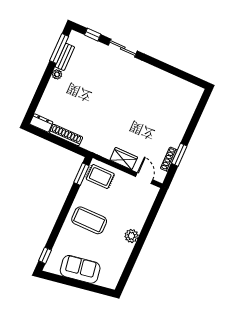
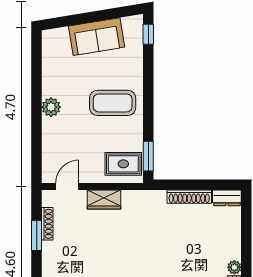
door: (144, 178) -> (67, 186), swing flipped

